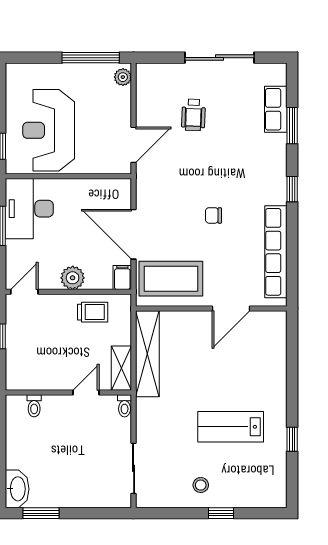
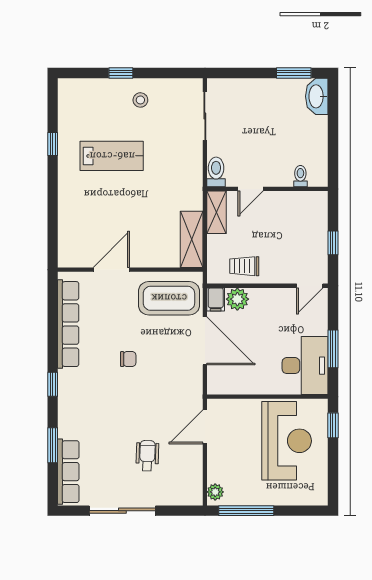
row of seats: (276, 109) -> (68, 472), width x1.48
plant: (73, 278) -> (237, 299), moved
shelving: (147, 354) -> (192, 239), width x0.68
toilet: (125, 406) -> (216, 172), width x1.37, depth x1.39

